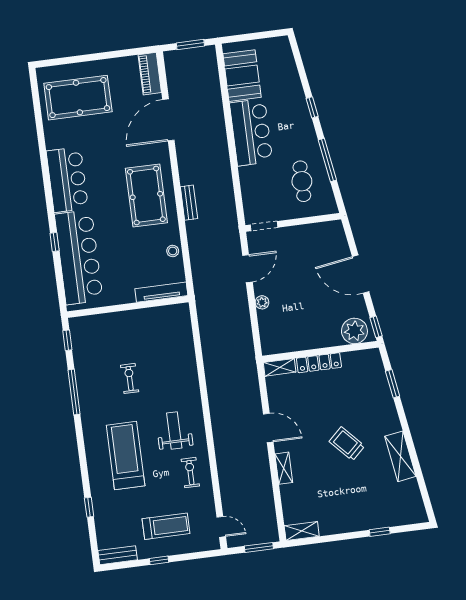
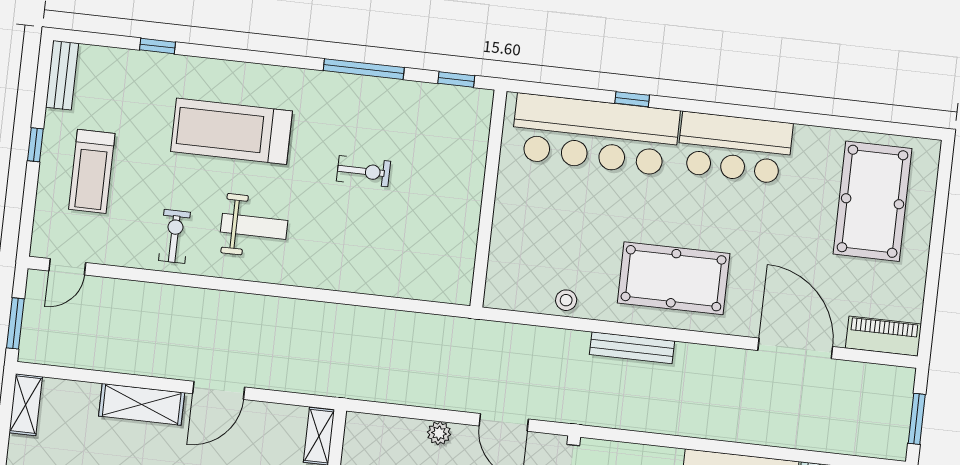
bench: (189, 203) -> (632, 348), width x1.36
tv unit: (161, 292) -> (500, 263), removed
treadmill: (126, 456) -> (232, 131), turned 180
shelving: (284, 468) -> (142, 404), width x1.50, depth x1.33
exercise bike: (190, 473) -> (174, 236), turned -90

